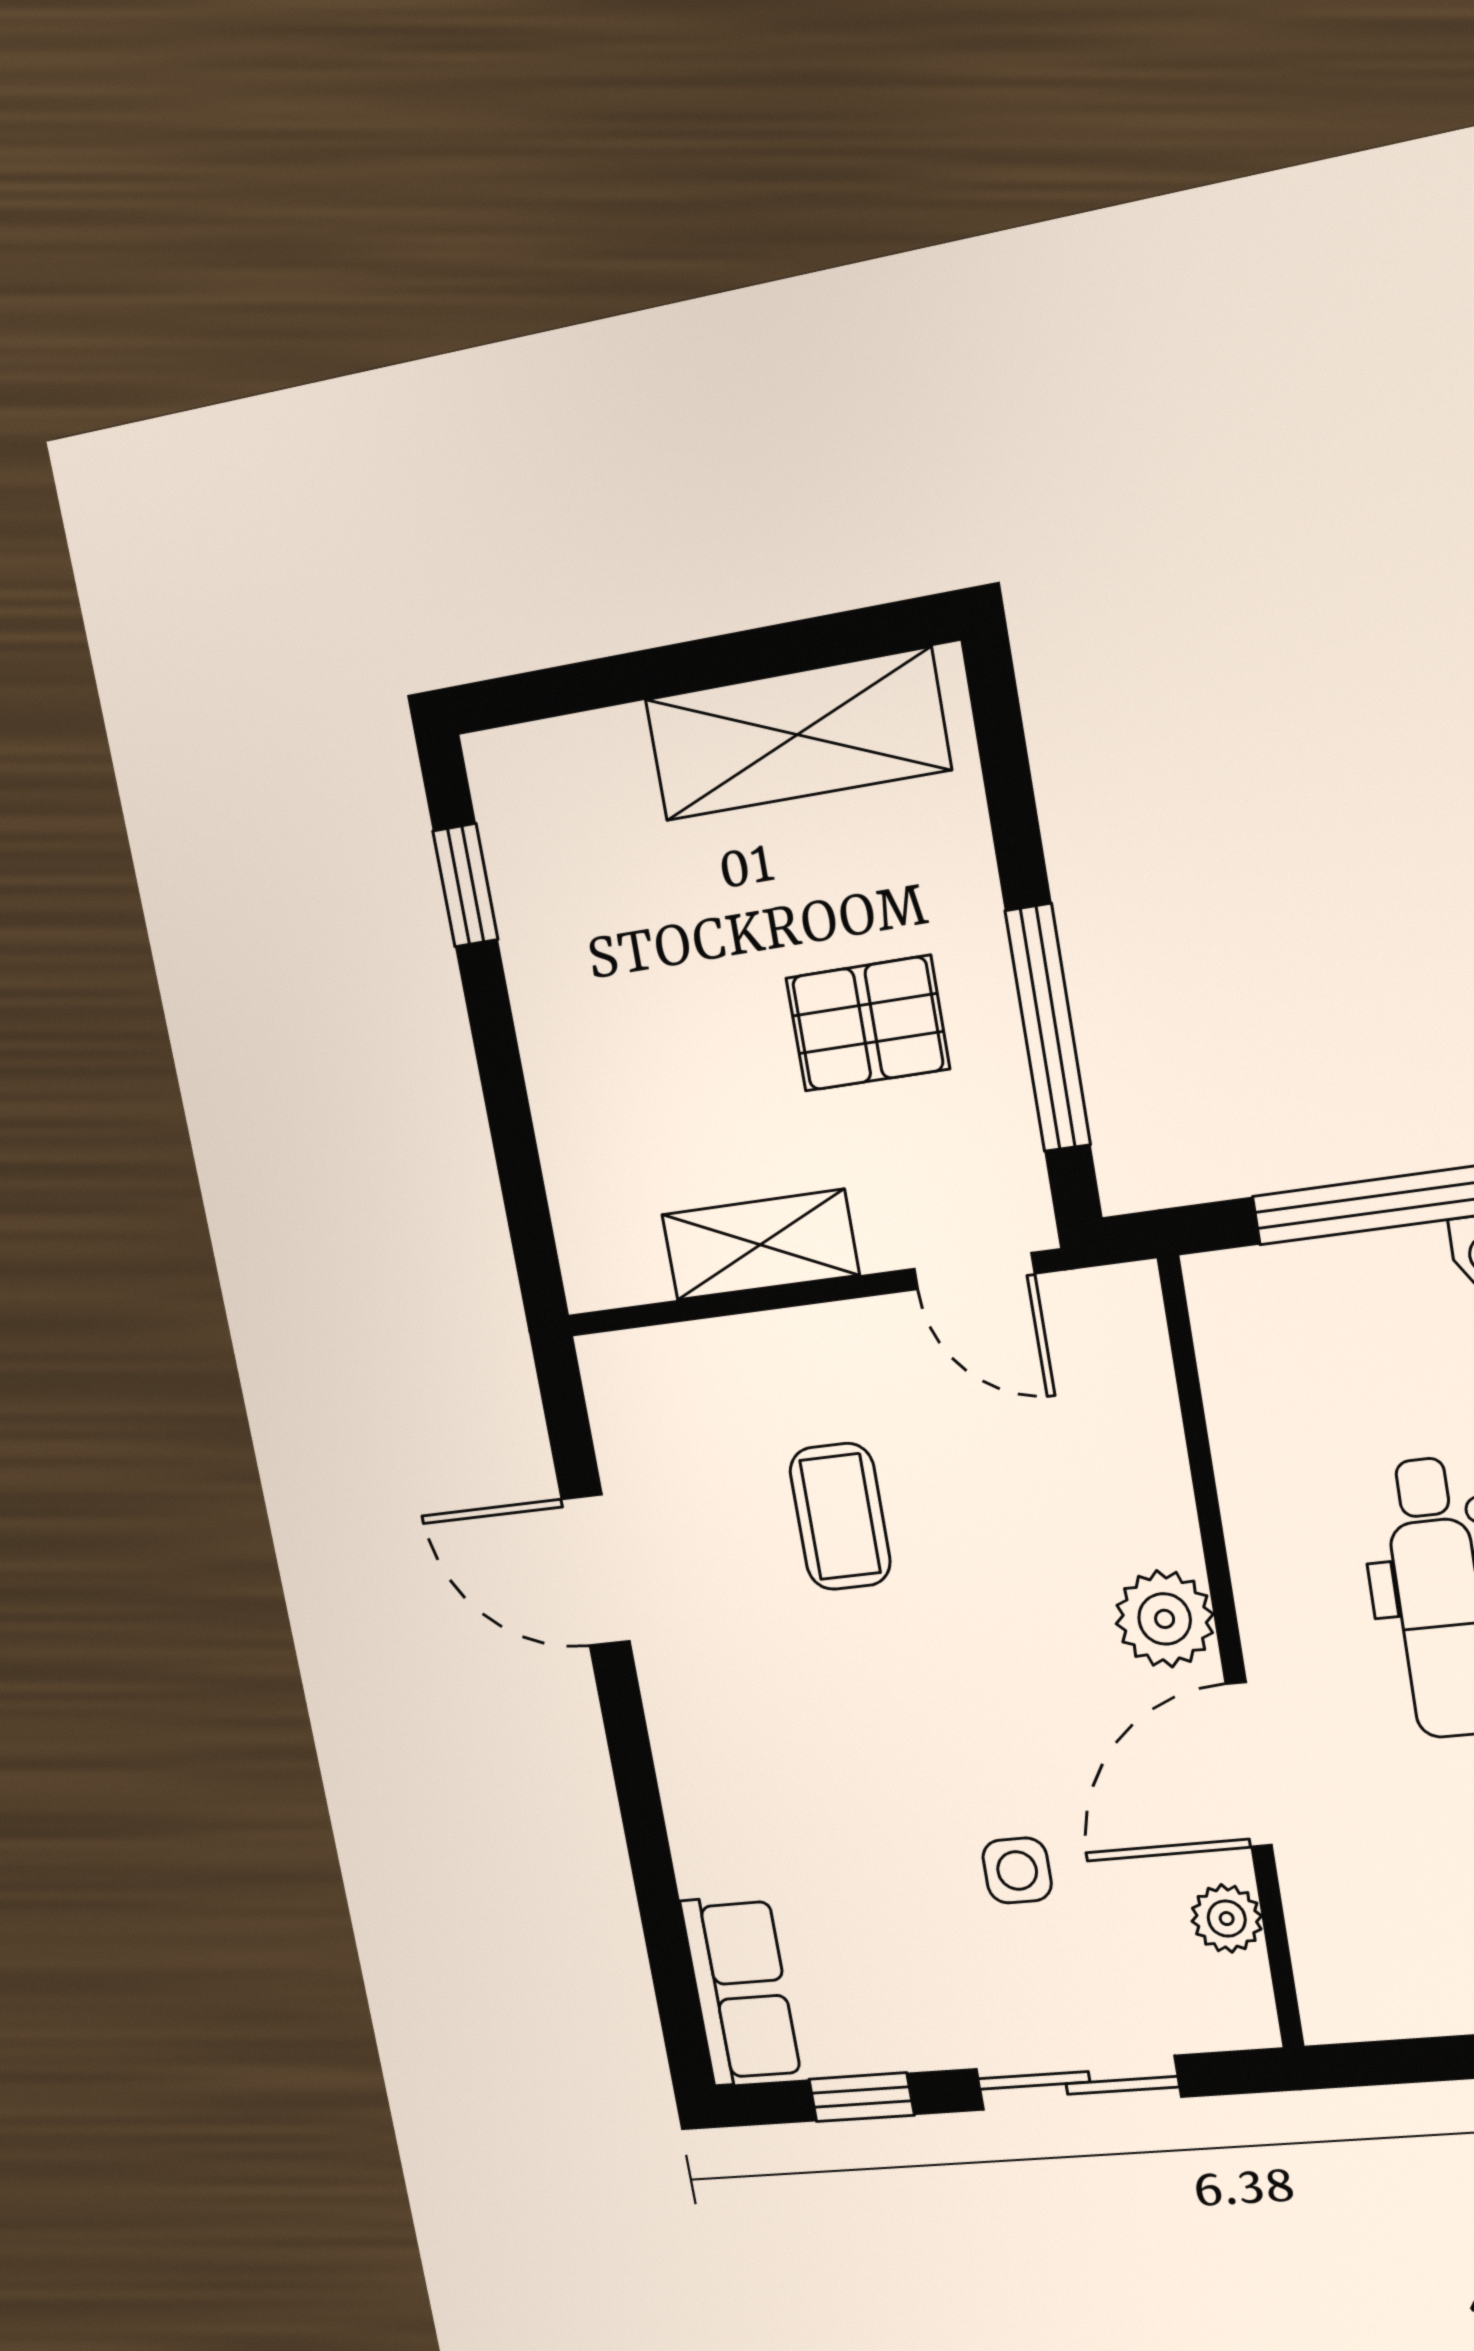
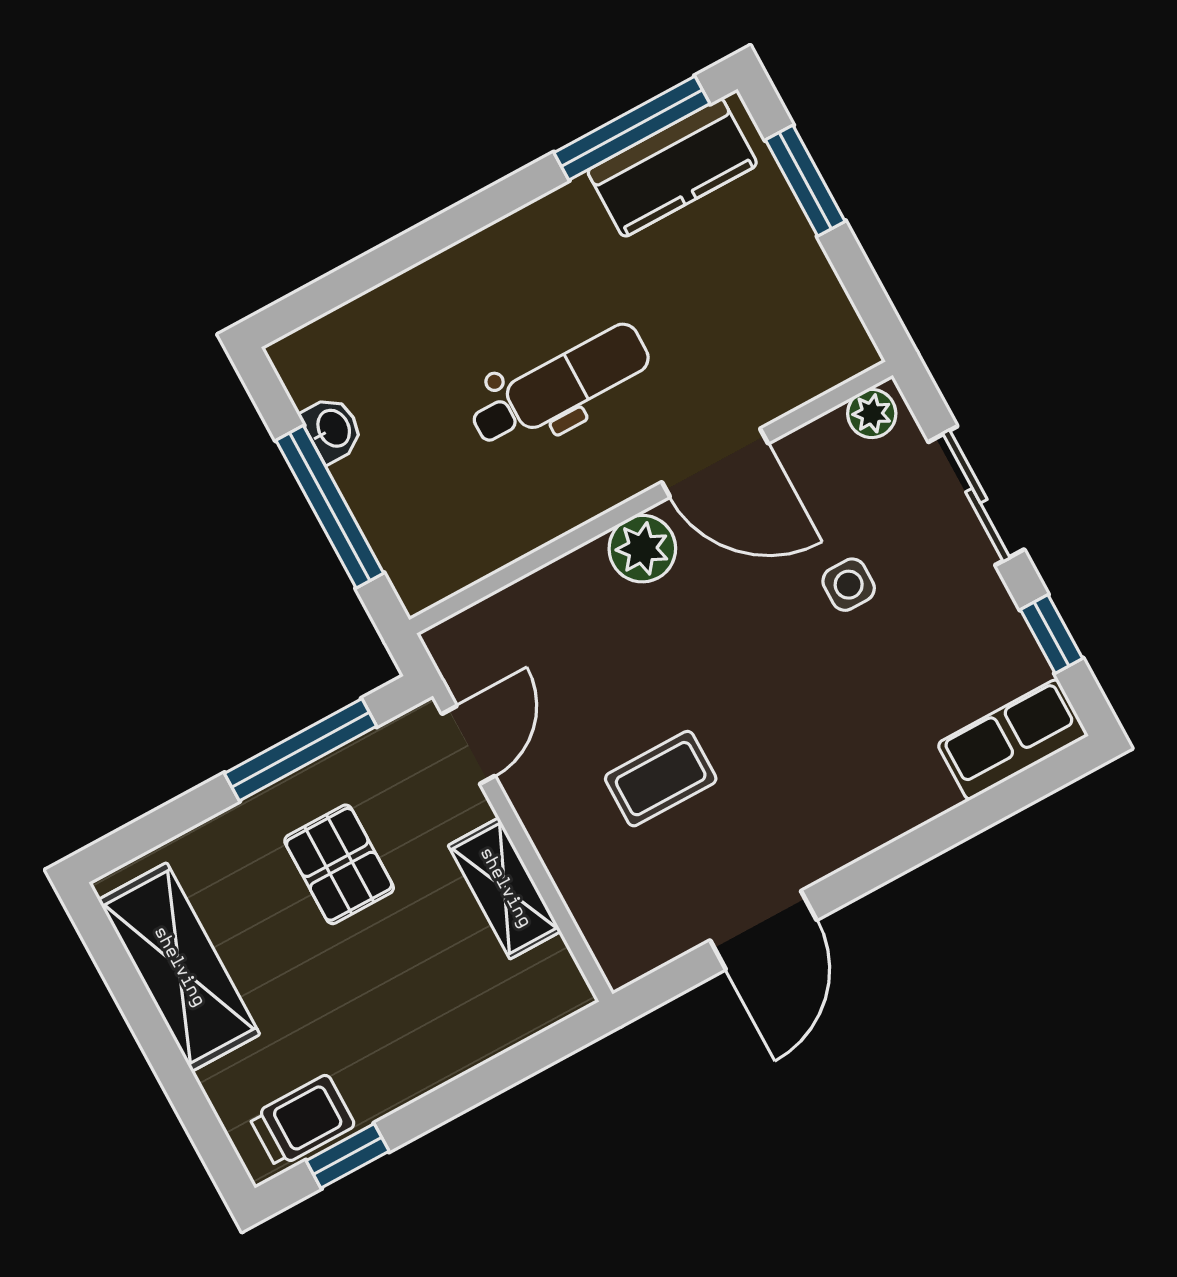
trolley: (531, 838) -> (302, 1121), added
plant: (1227, 1919) -> (872, 414), moved

